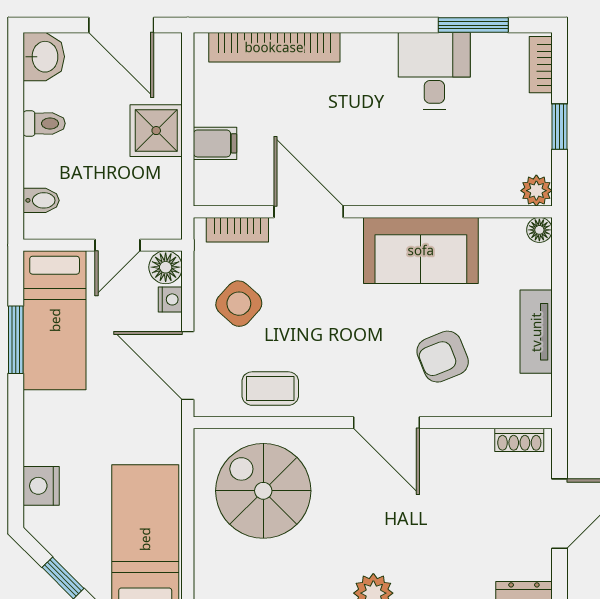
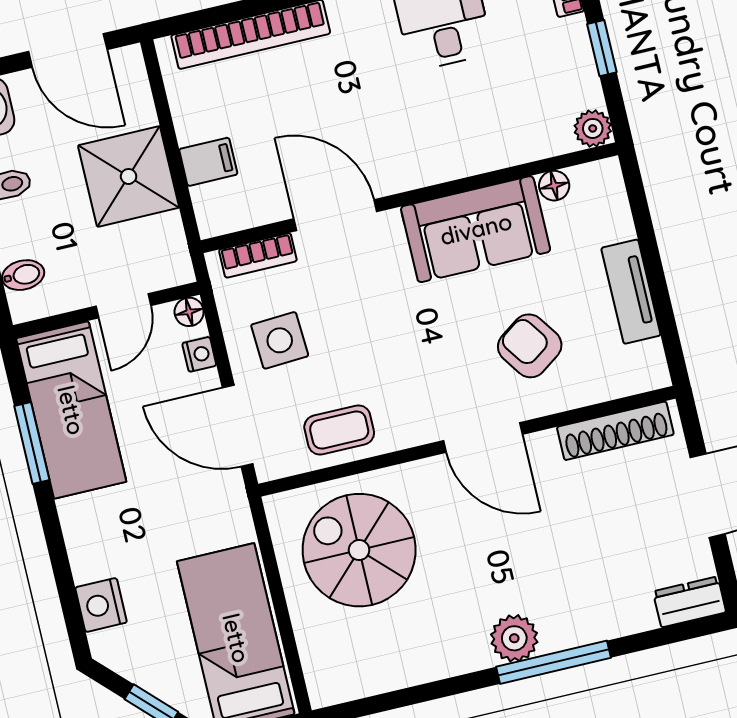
shower: (156, 131) -> (129, 176), width x1.36, depth x1.36
floor lamp: (539, 230) -> (554, 186), moved
floor lamp: (166, 267) -> (189, 312), width x0.73, depth x0.73
side table: (239, 304) -> (280, 340), turned 45
armchair: (443, 357) -> (530, 346), turned 77
shoe rack: (519, 440) -> (615, 431), width x1.94, depth x1.24

